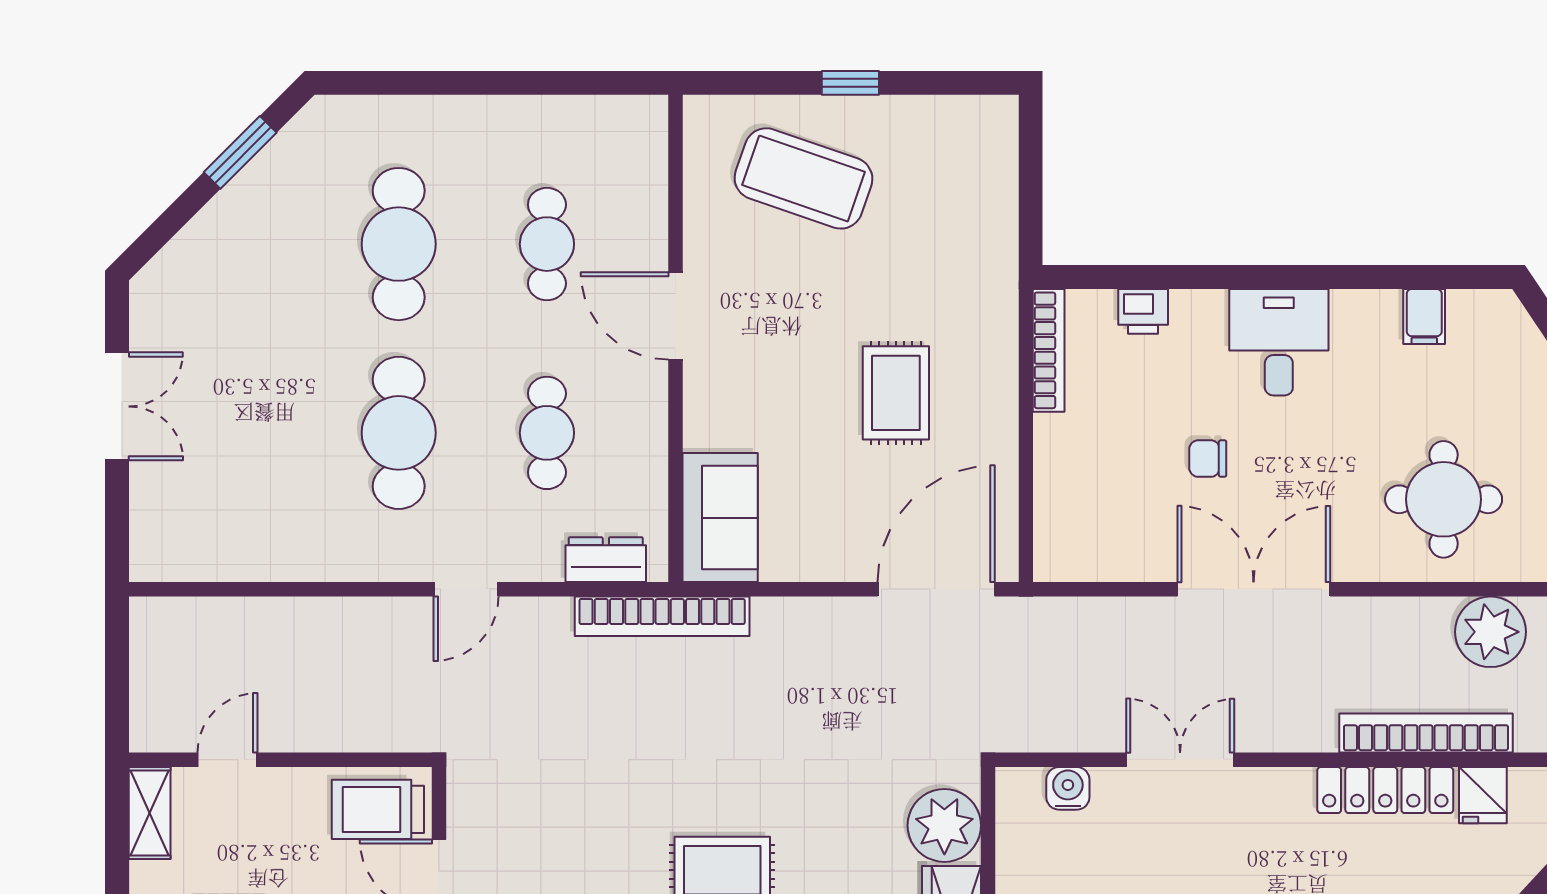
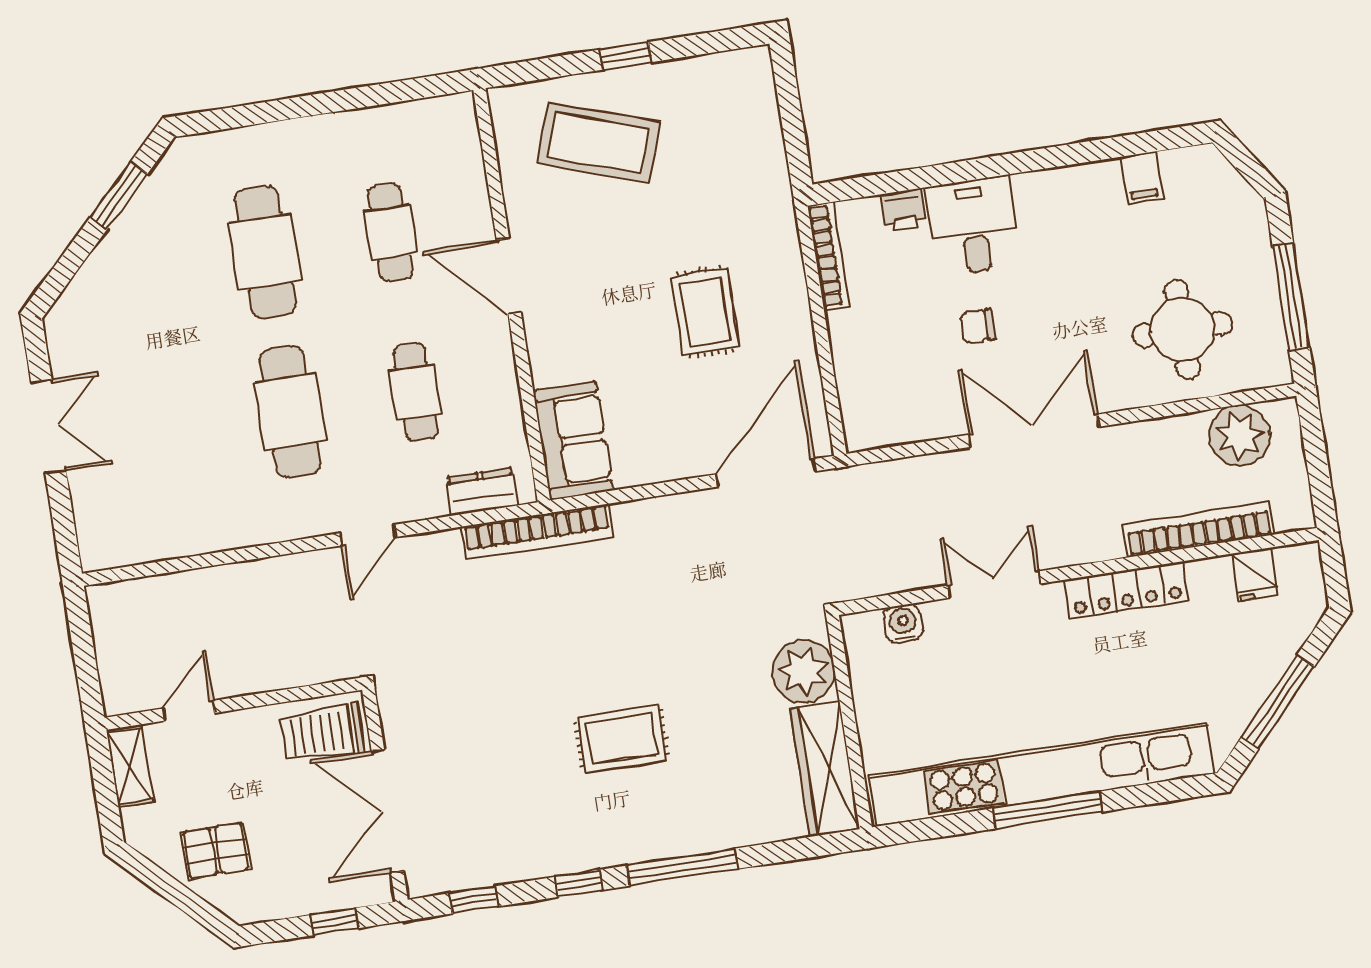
desk: (1279, 342) -> (974, 226), moved
locker: (1385, 790) -> (1126, 590), moved

